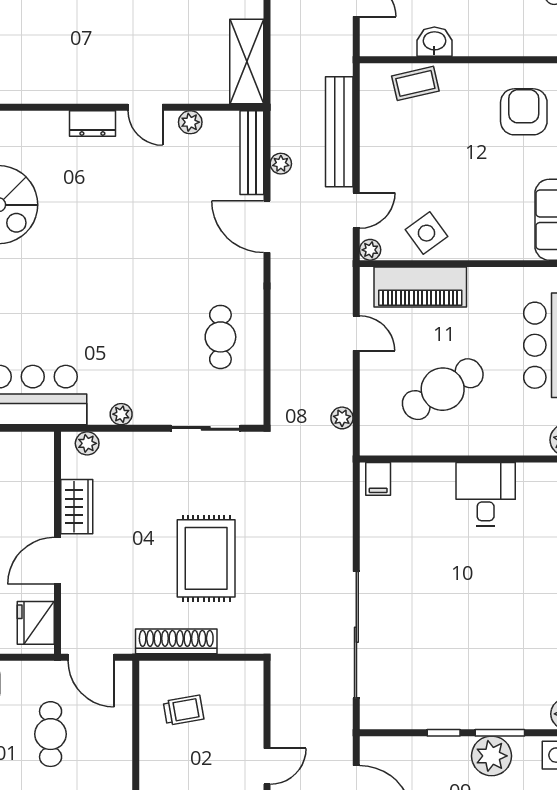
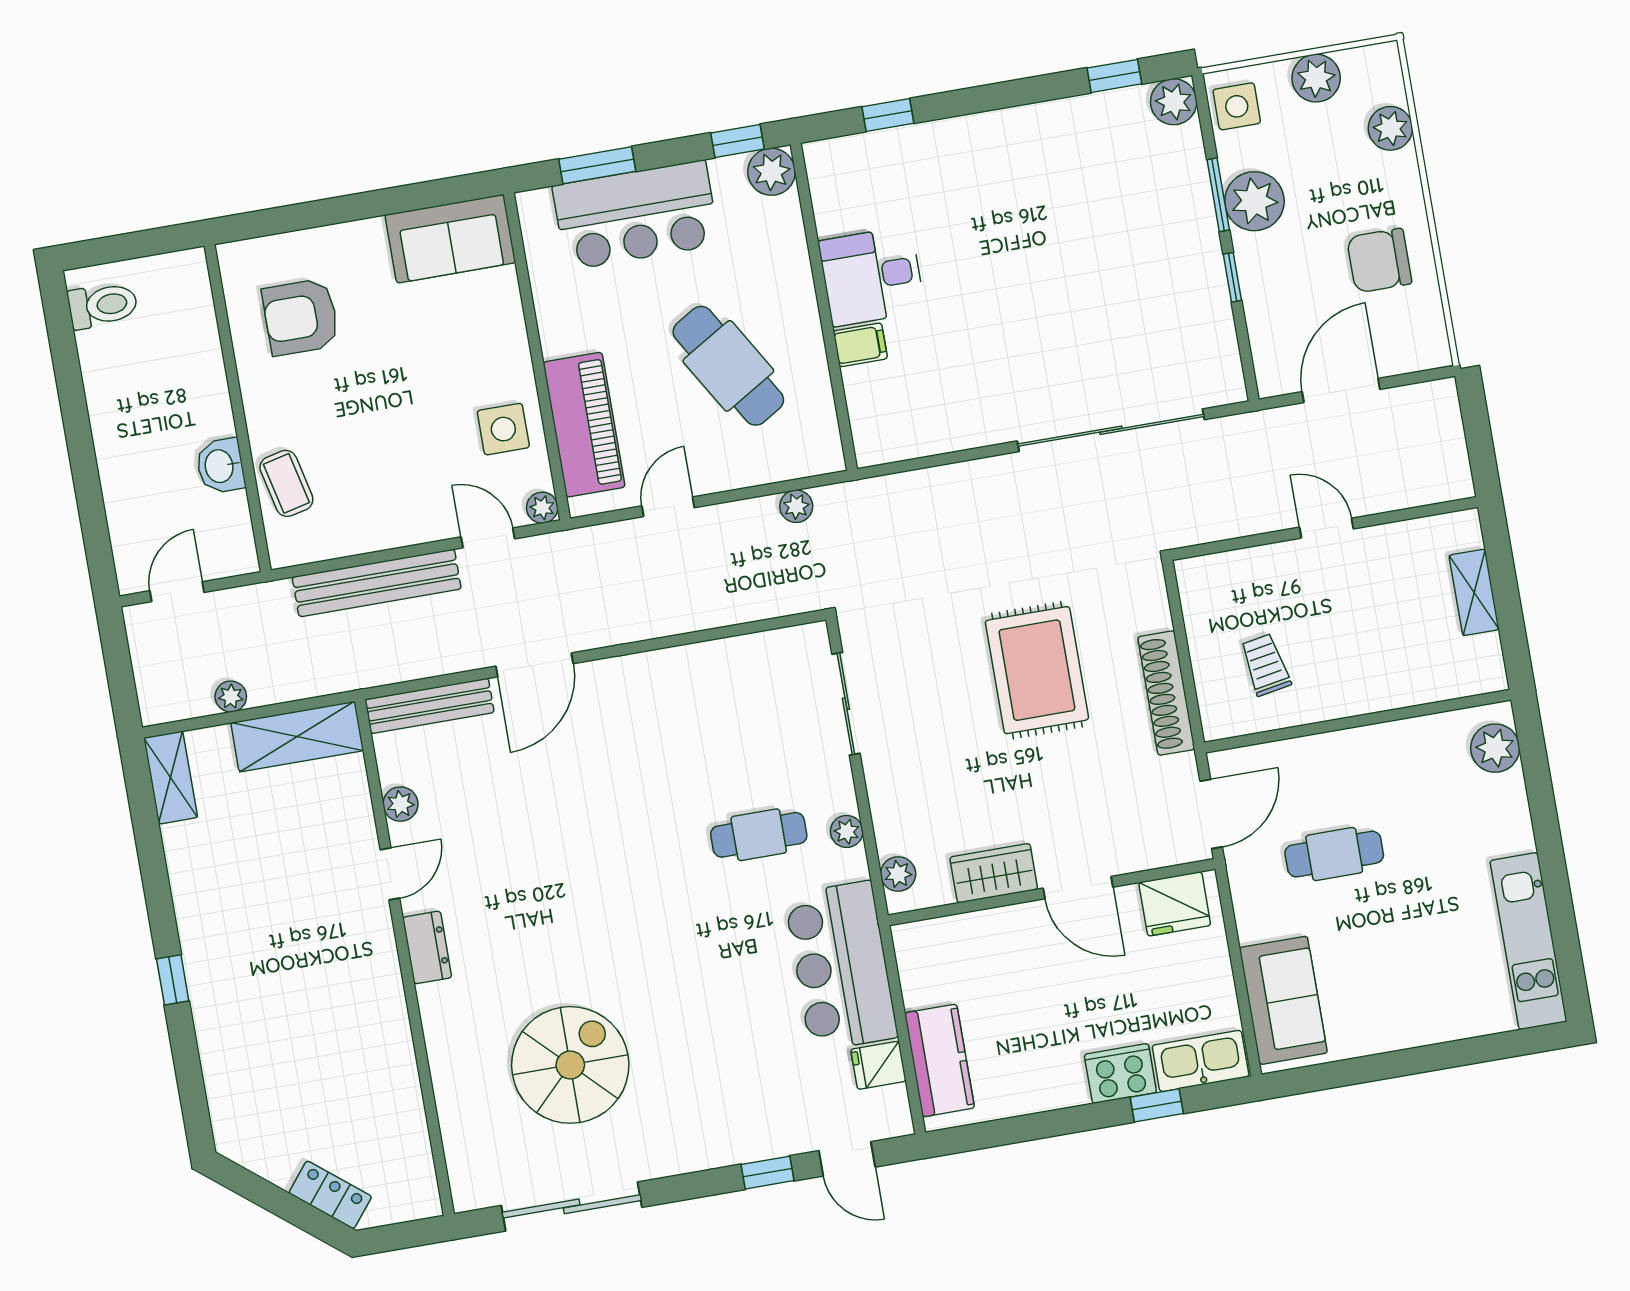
plant: (281, 164) -> (231, 696), moved
side table: (427, 233) -> (503, 429), turned 36
cafe table: (220, 337) -> (759, 835), moved
filing cabinet: (378, 479) -> (860, 345), moved
rug: (206, 558) -> (1037, 670), turned 90

